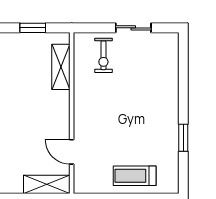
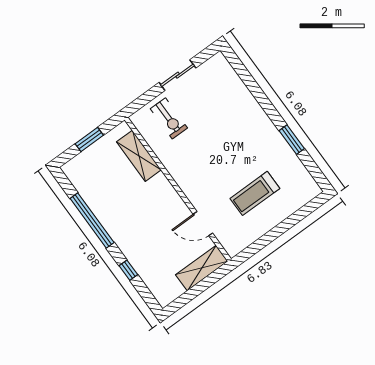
treadmill: (135, 176) -> (255, 193), moved

